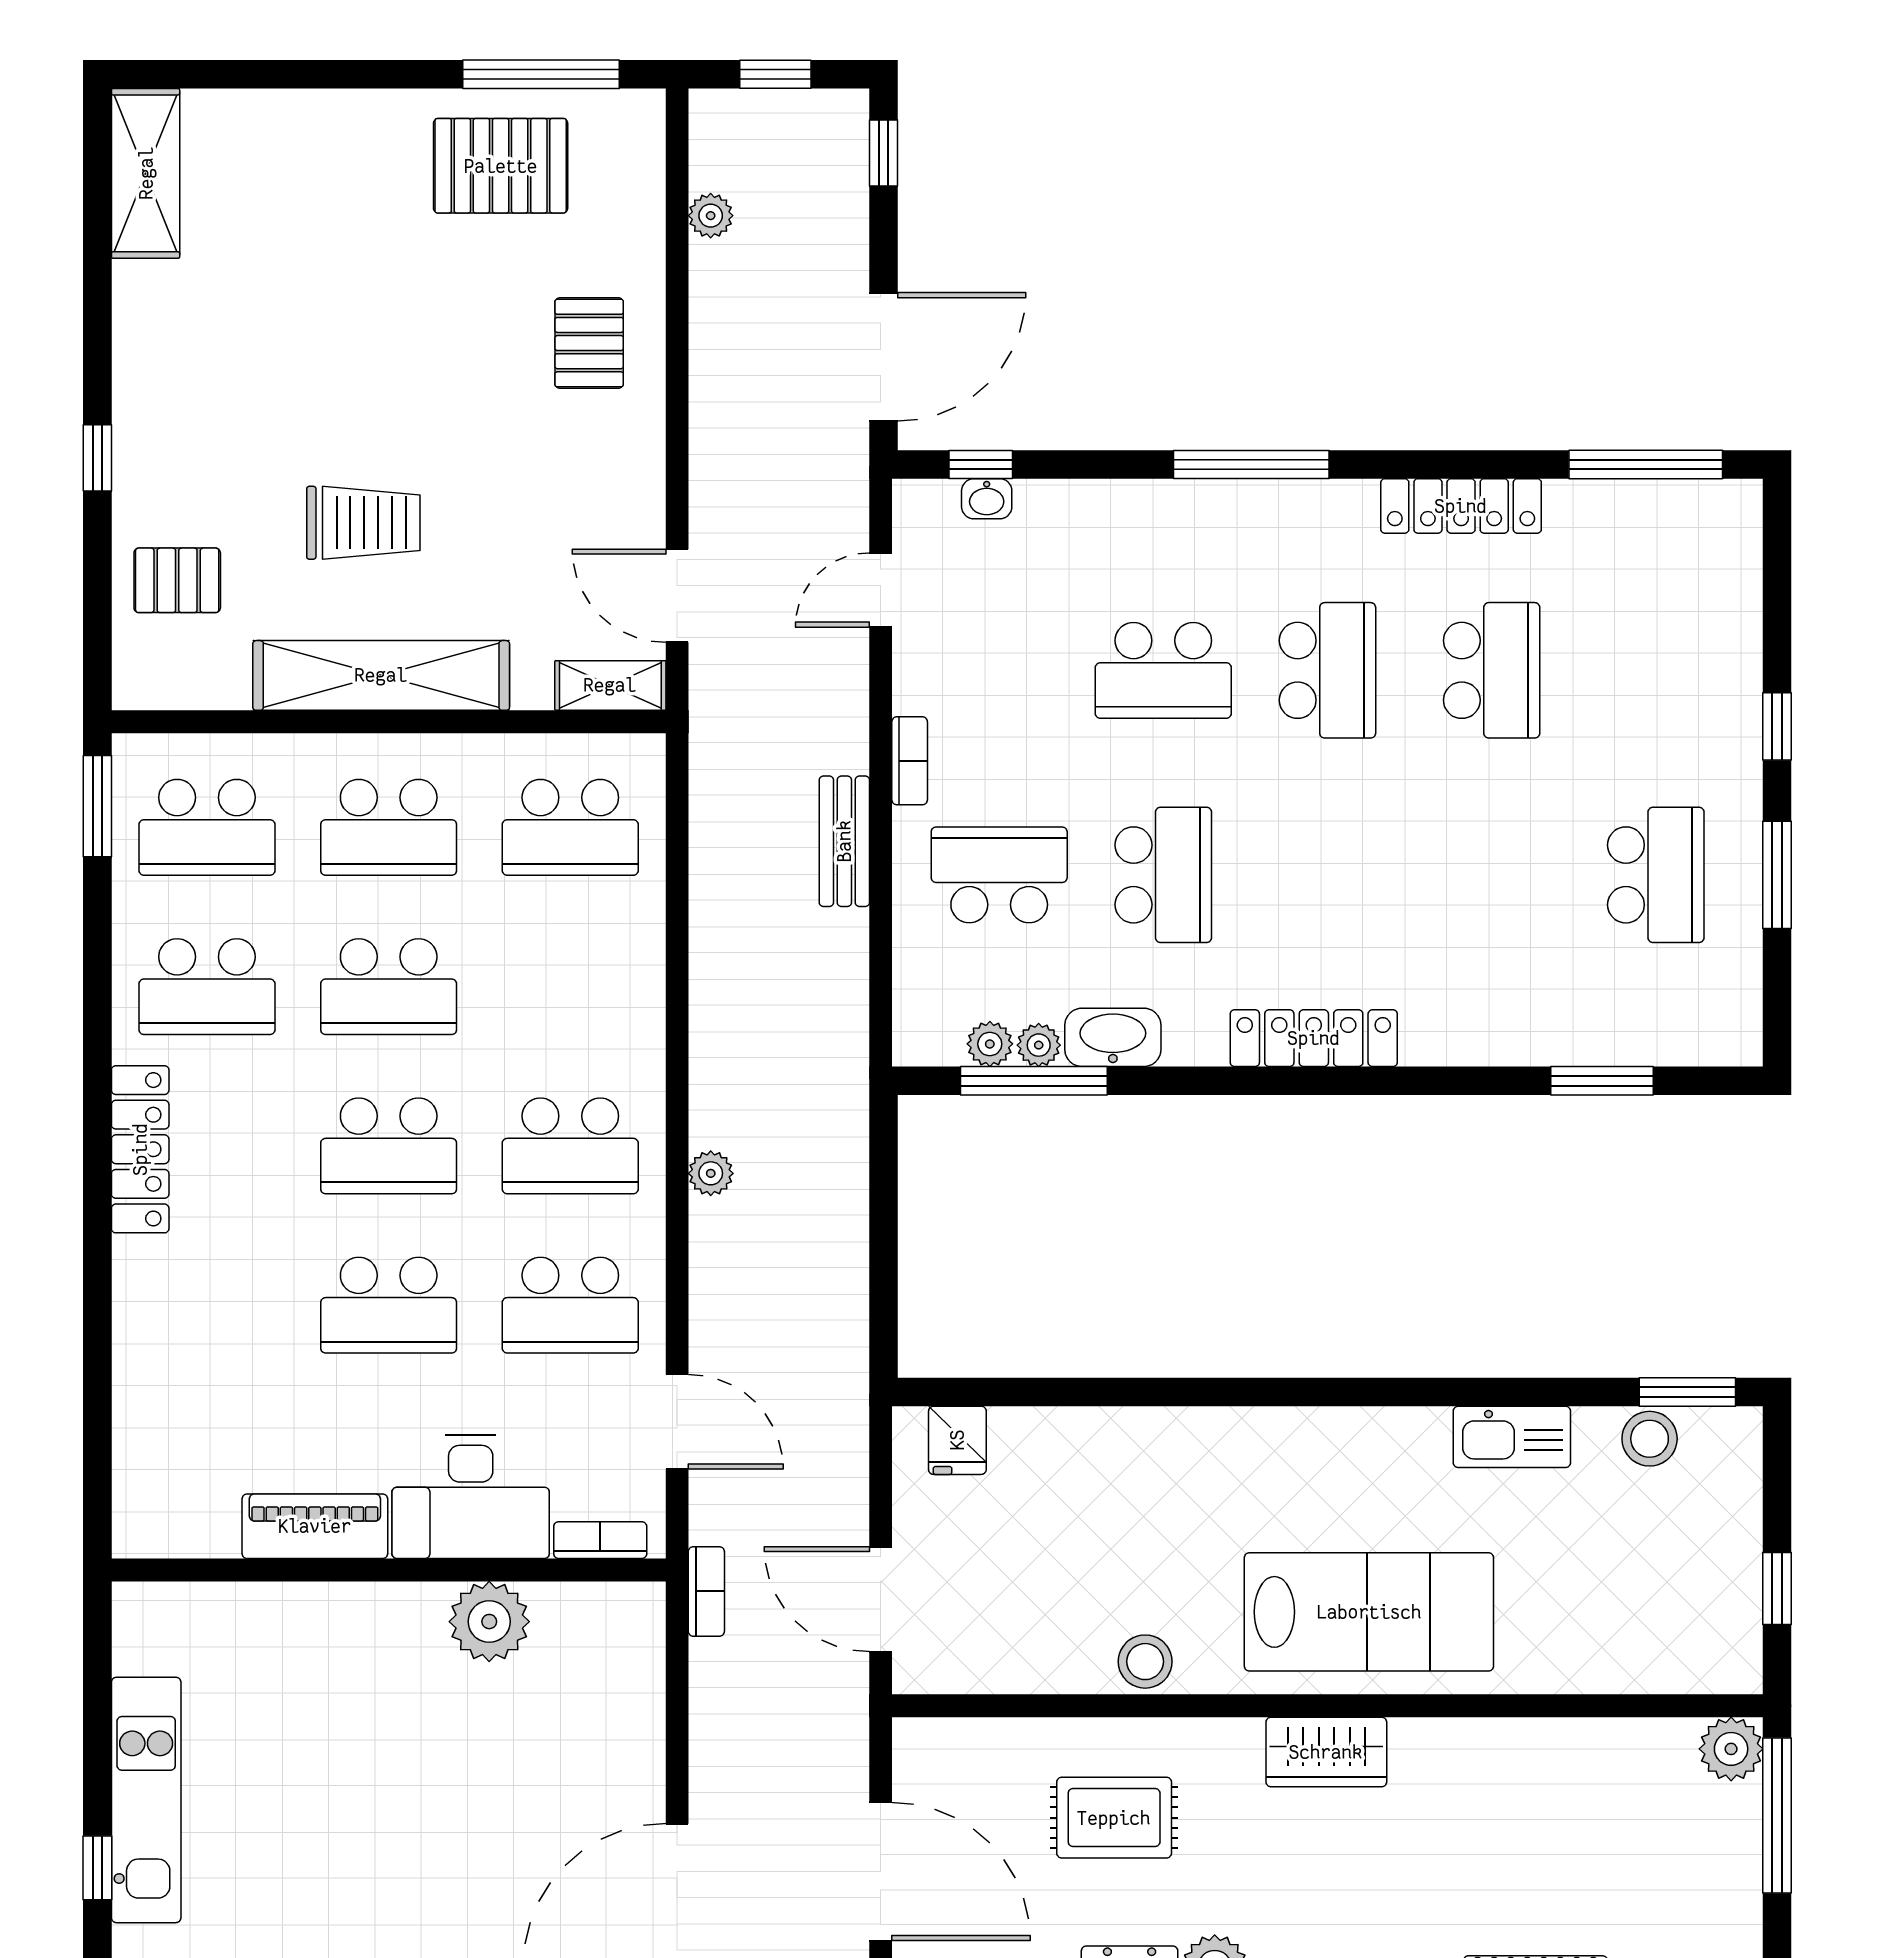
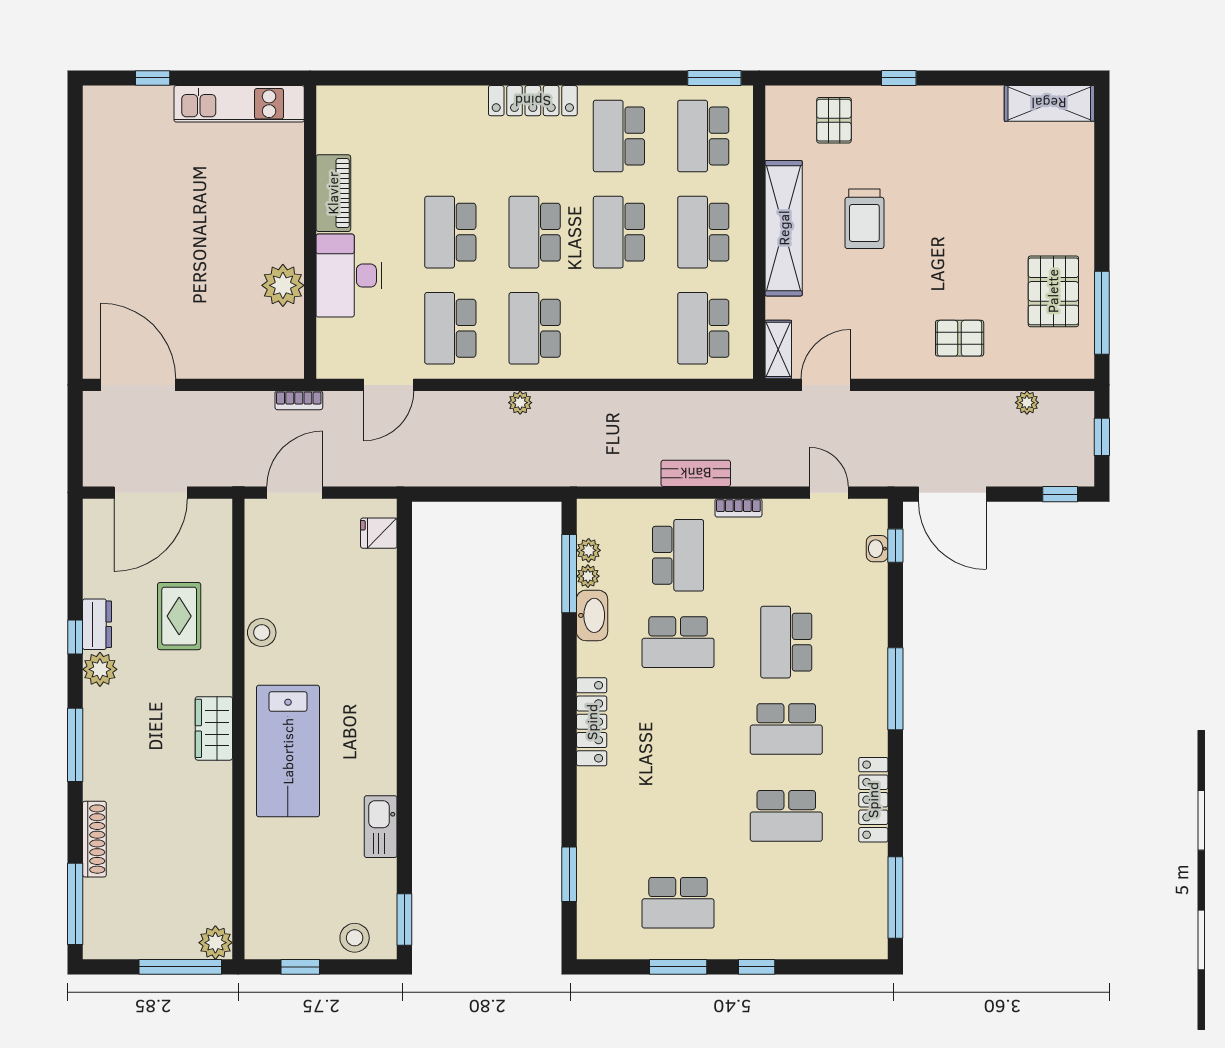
stool: (1650, 1439) -> (355, 938), moved
bookcase: (600, 1540) -> (326, 344), removed
kitchen unit: (146, 1800) -> (239, 104), moved

